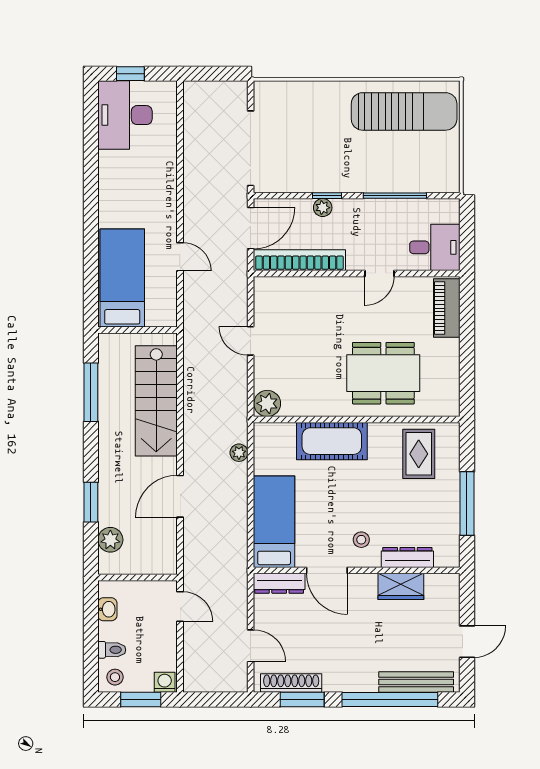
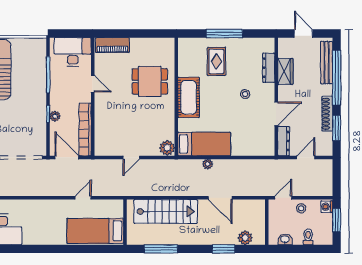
desk: (435, 247) -> (73, 52), width x1.37
dining table: (383, 373) -> (150, 81), width x0.73
cot: (332, 441) -> (189, 97), moved
plant: (239, 453) -> (208, 164), moved
rug: (419, 454) -> (216, 61), moved, turned 90
bed: (274, 522) -> (204, 144), moved, turned 180
dresser: (407, 557) -> (269, 68), moved
door: (327, 570) -> (276, 114), moved
wall: (357, 570) -> (276, 97), moved
dresser: (279, 583) -> (284, 141), moved
wardrobe: (401, 586) -> (285, 71), moved
stool: (115, 677) -> (301, 208), moved
shoe rack: (291, 683) -> (327, 114), moved

